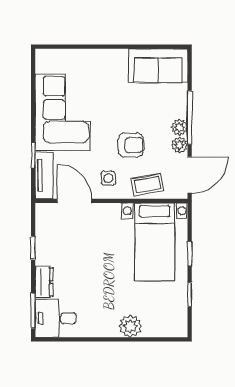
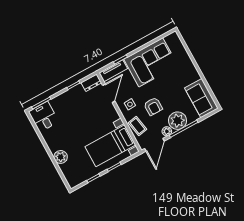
plant: (179, 127) -> (178, 121), width x1.88, depth x1.88
door: (190, 175) -> (154, 145), hinge flipped
dresser: (44, 282) -> (91, 83), moved

